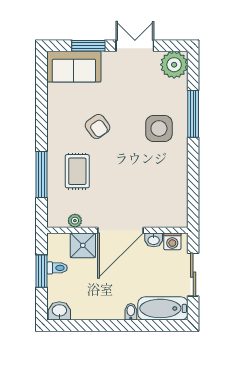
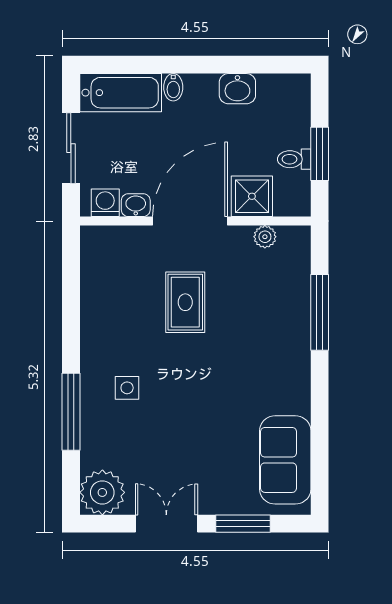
double door: (135, 46) -> (166, 524), swing flipped
sofa: (74, 67) -> (285, 460), moved, turned -90
armchair: (97, 126) -> (228, 391), removed
side table: (159, 128) -> (127, 388), width x0.54, depth x0.54
rug: (77, 171) -> (185, 302), moved
washbasin: (59, 311) -> (237, 89), moved

